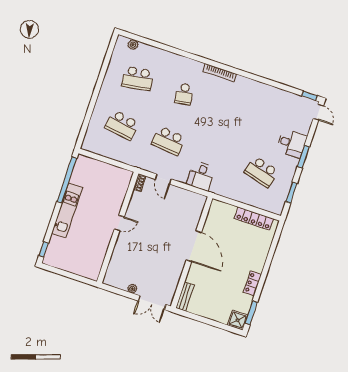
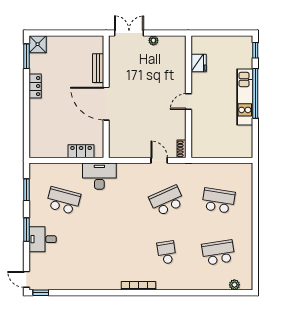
school desk: (169, 141) -> (167, 201), turned -30
desk: (201, 176) -> (99, 176), moved, width x1.37
window: (67, 180) -> (255, 93), moved
locker: (254, 219) -> (81, 151), moved, width x0.66
fridge: (98, 255) -> (199, 63), added
bench: (185, 297) -> (98, 68), moved

